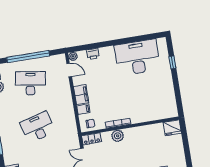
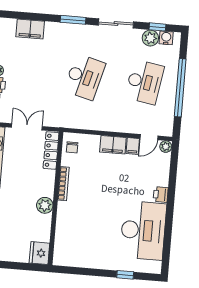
printer: (93, 54) -> (161, 195), moved
filing cabinet: (83, 109) -> (133, 146), moved
desk: (38, 127) -> (85, 77), turned 30
plant: (118, 136) -> (45, 205), moved
locker: (92, 139) -> (51, 150), width x1.53

